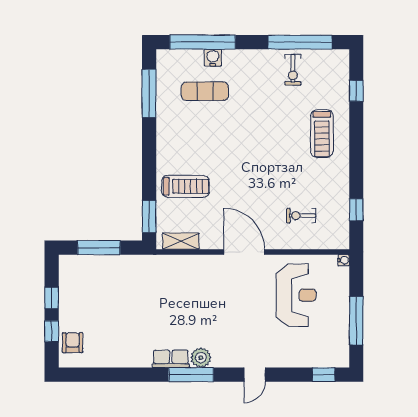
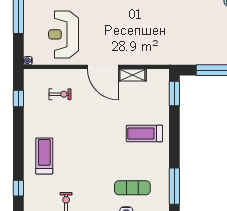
treadmill: (185, 186) -> (144, 133), moved
shelving: (181, 241) -> (132, 75), moved

